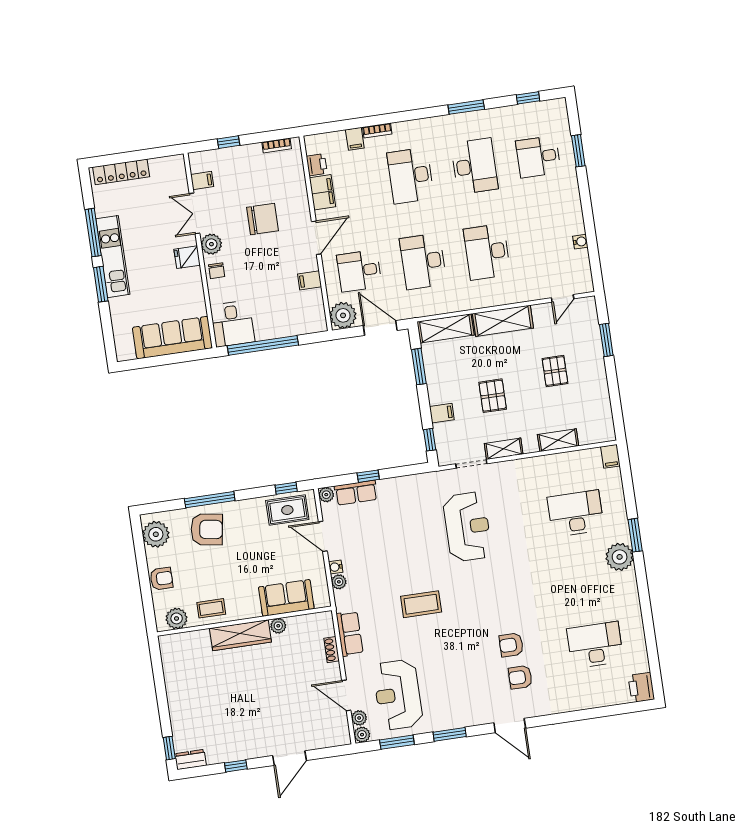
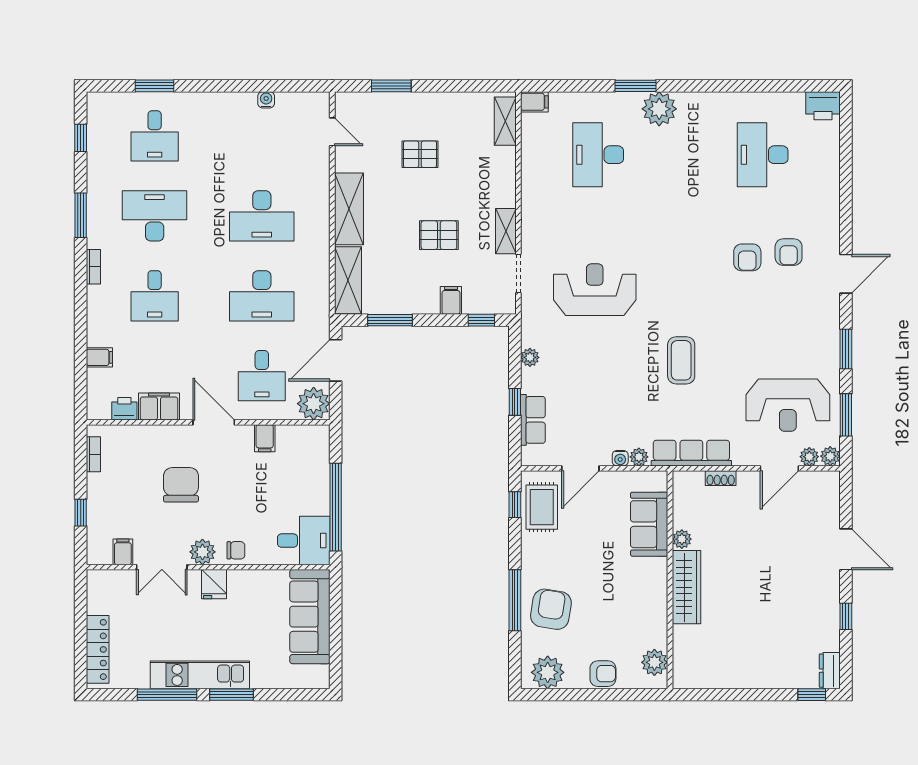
bookcase: (377, 131) -> (93, 267), moved
desk: (411, 176) -> (155, 296), width x0.73
shelving: (558, 440) -> (505, 121), moved
plant: (326, 495) -> (530, 357), moved
armchair: (161, 579) -> (603, 674), turned 90
coffee table: (211, 608) -> (648, 618), removed
row of seats: (350, 634) -> (691, 453), width x1.48

